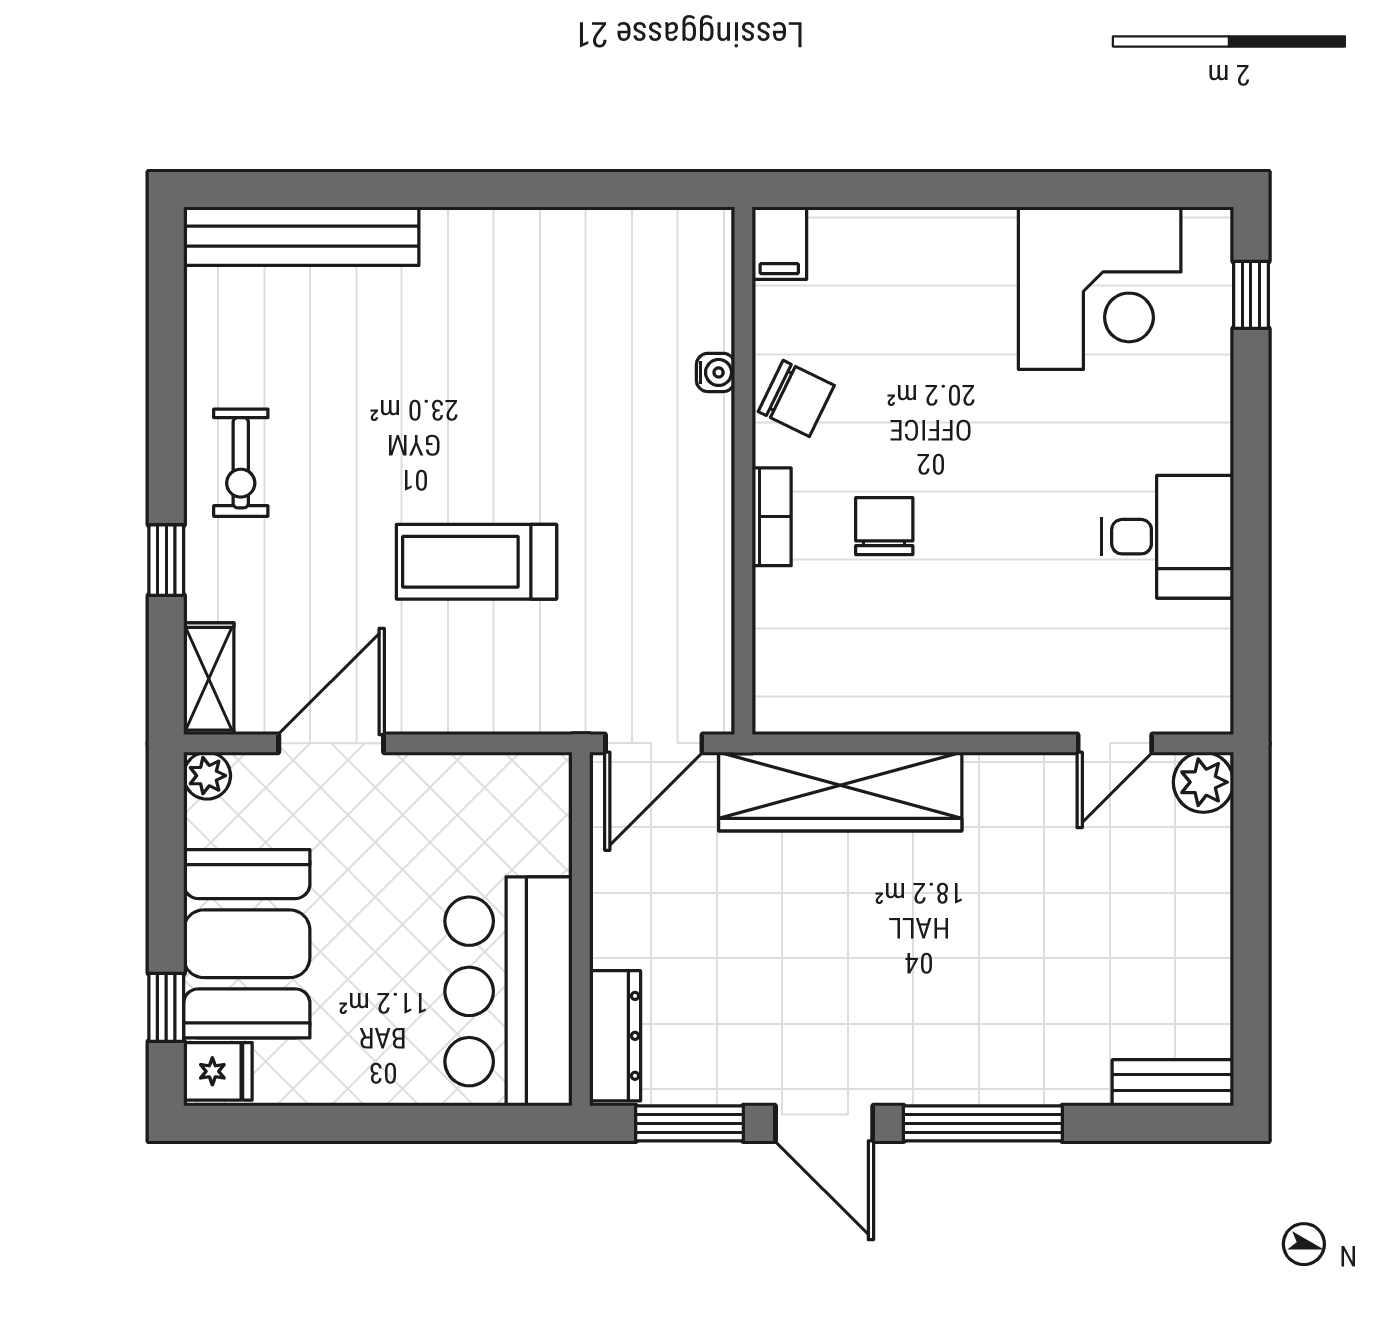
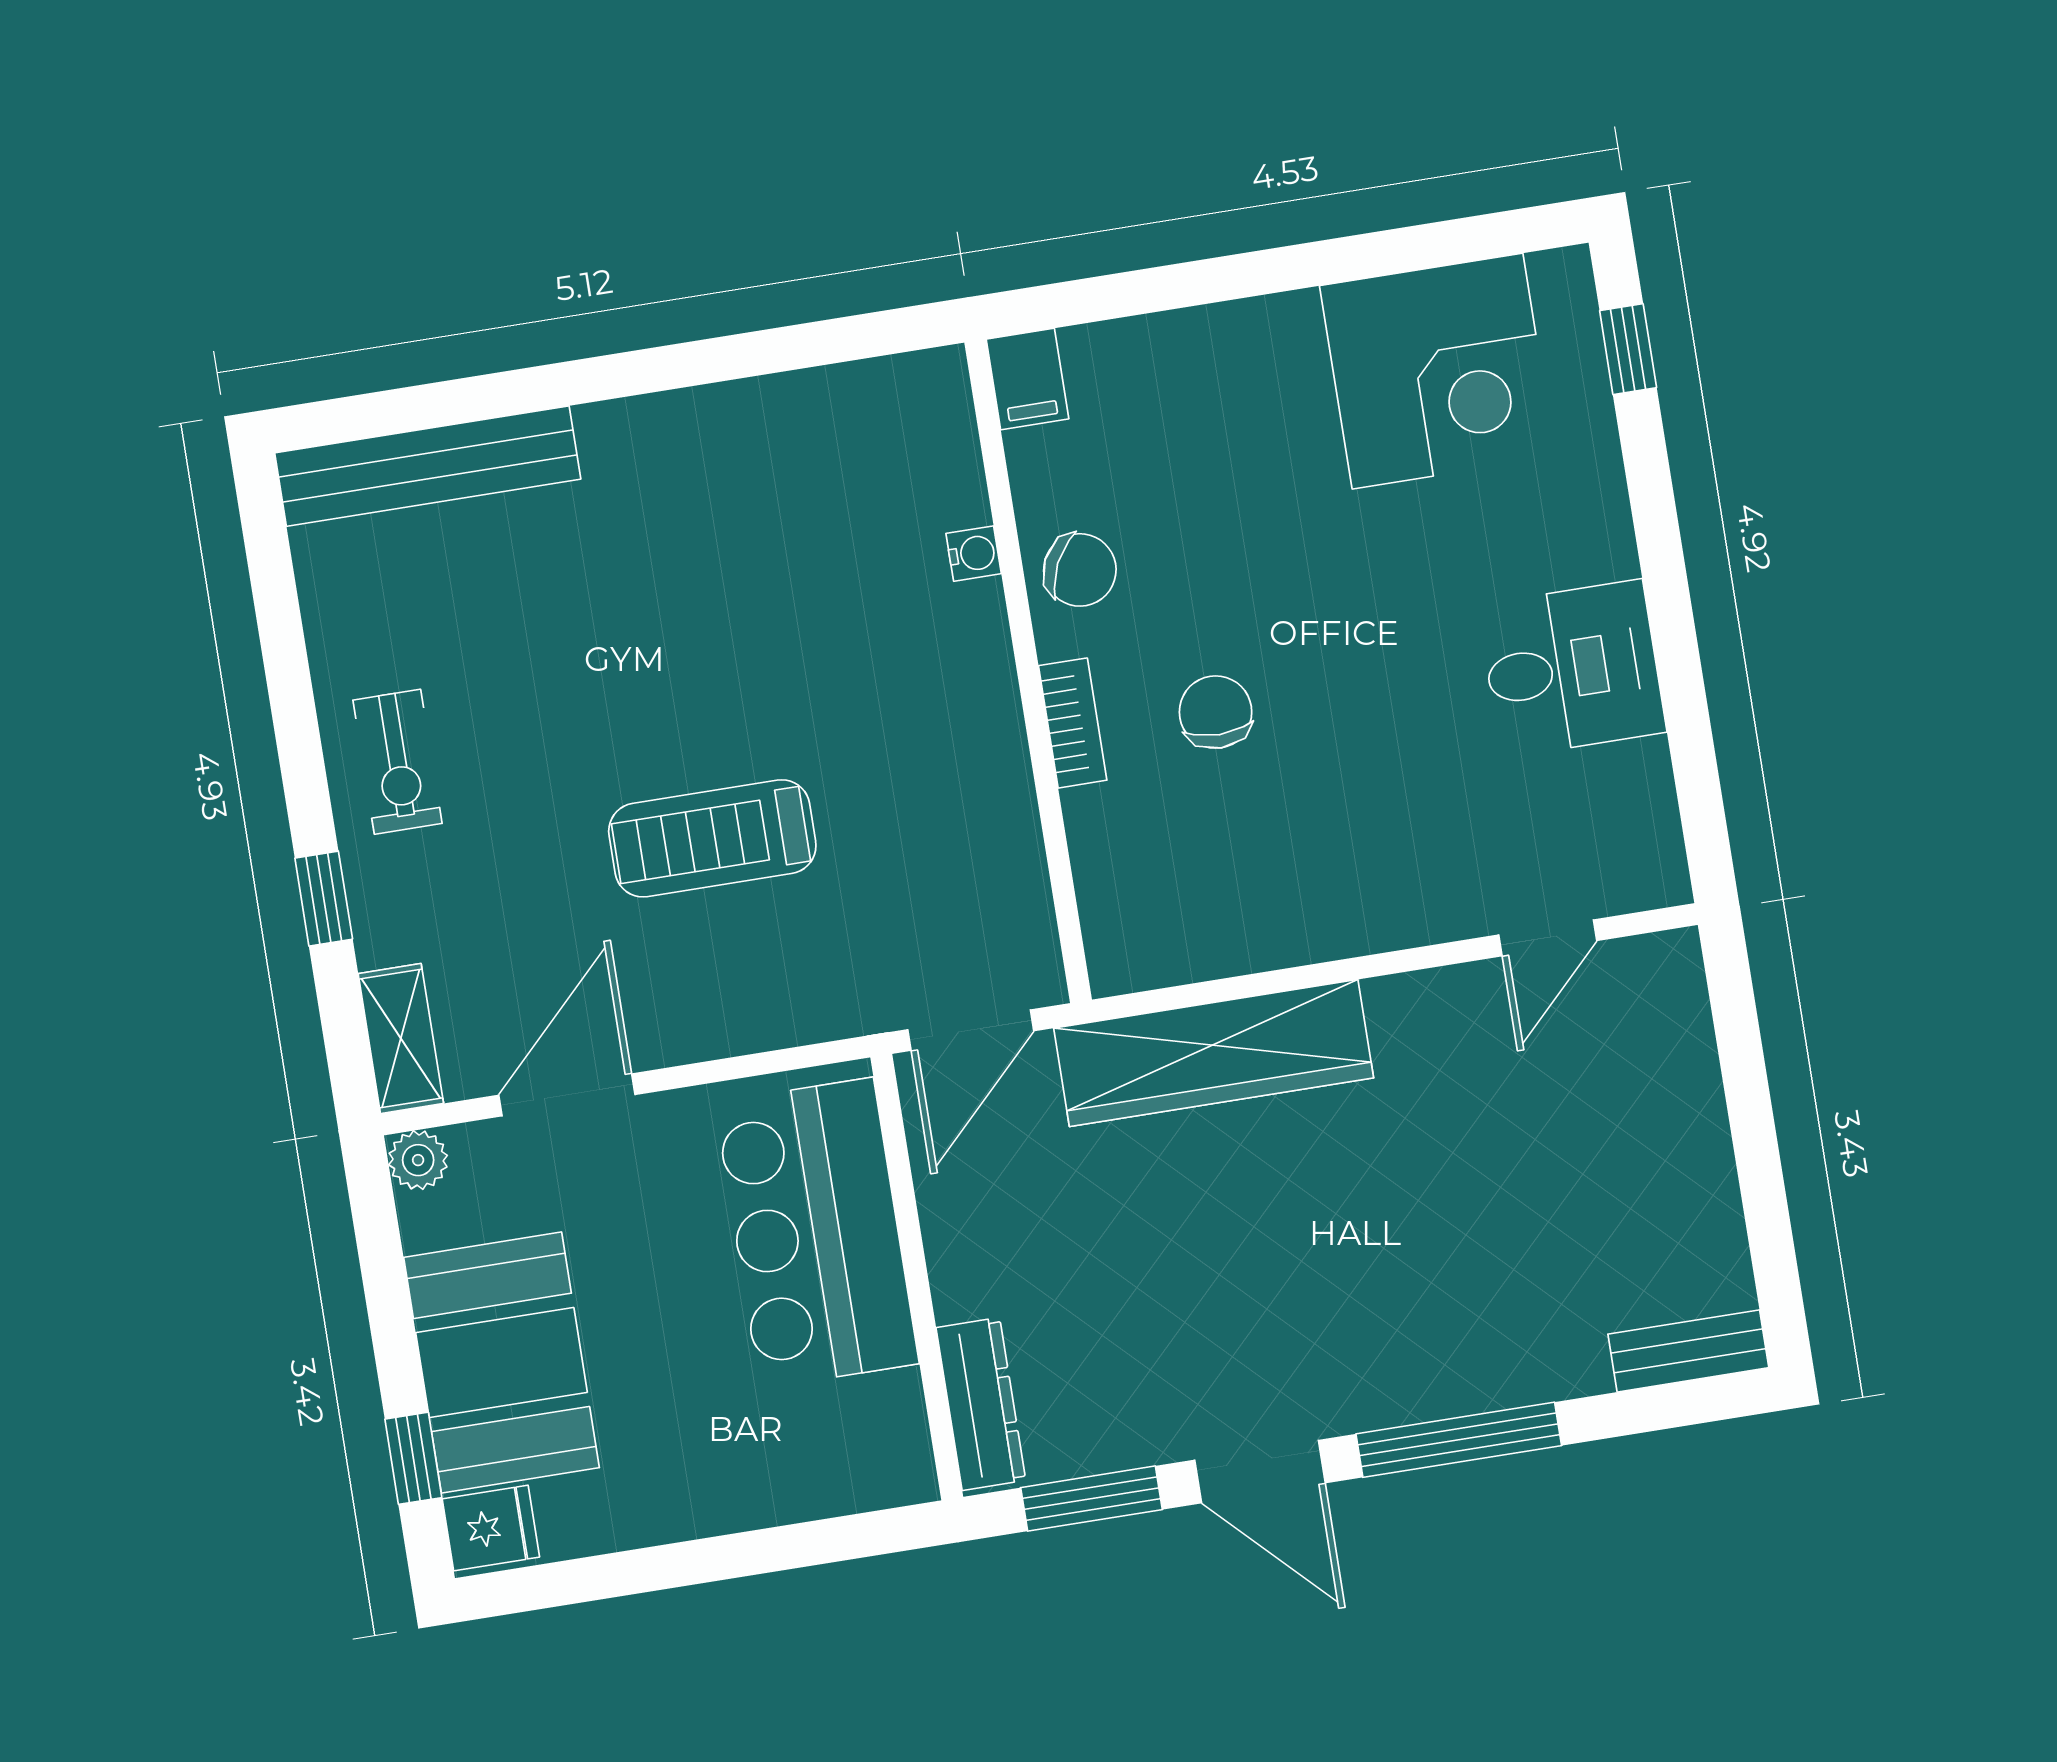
plant: (1203, 782) -> (1666, 969), removed
bar counter: (509, 991) -> (817, 1233), moved

